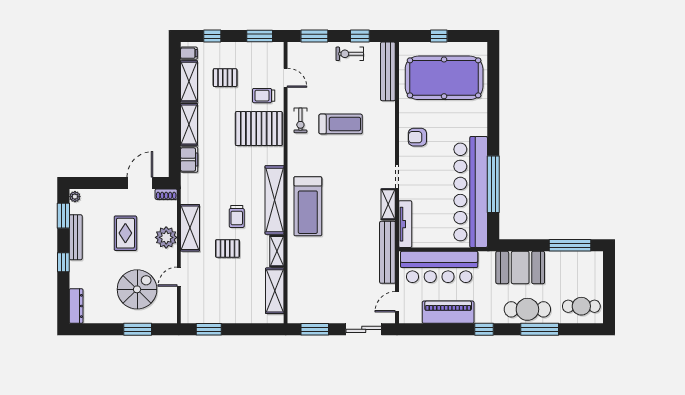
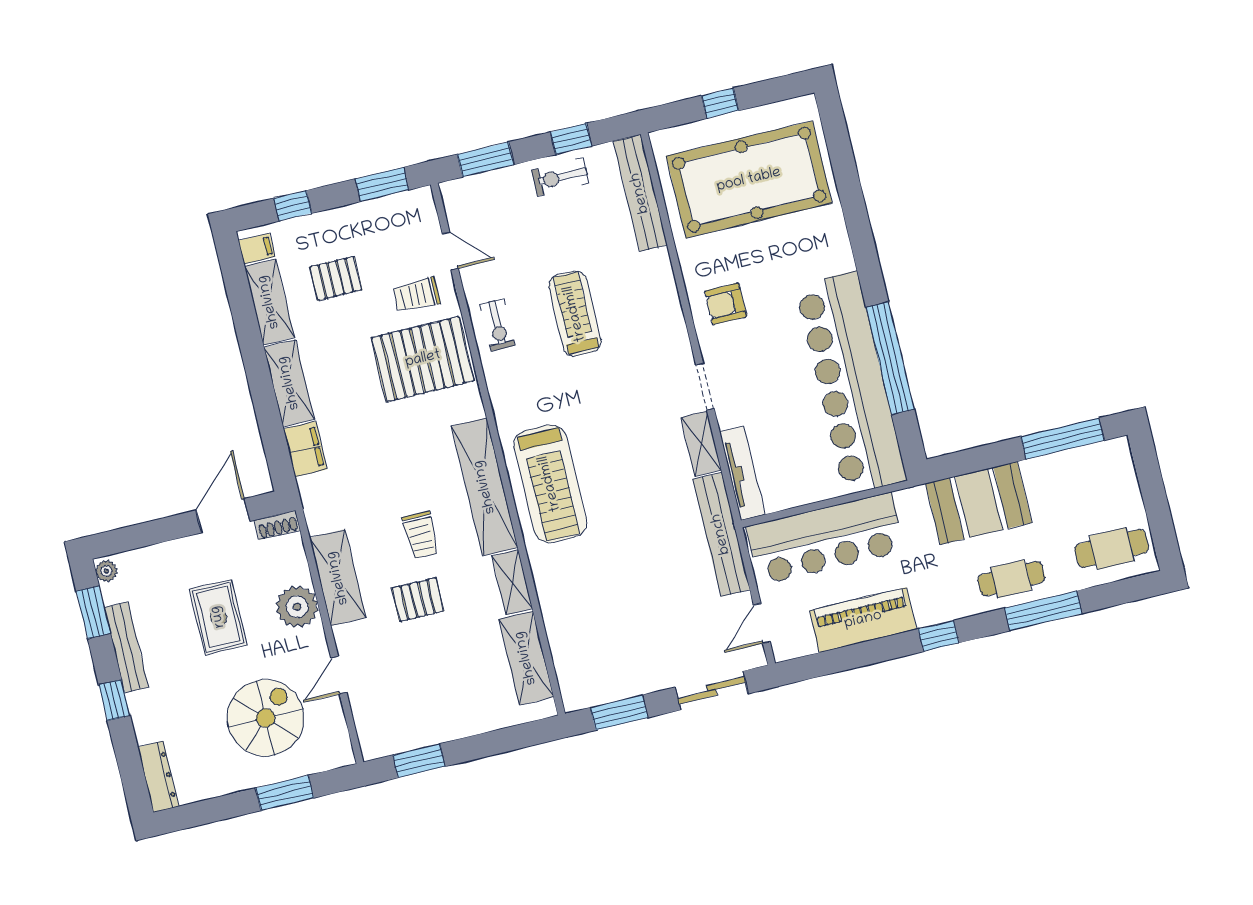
treadmill: (341, 124) -> (575, 314), turned -90
cafe table: (527, 309) -> (1011, 579), width x0.73, depth x0.74

